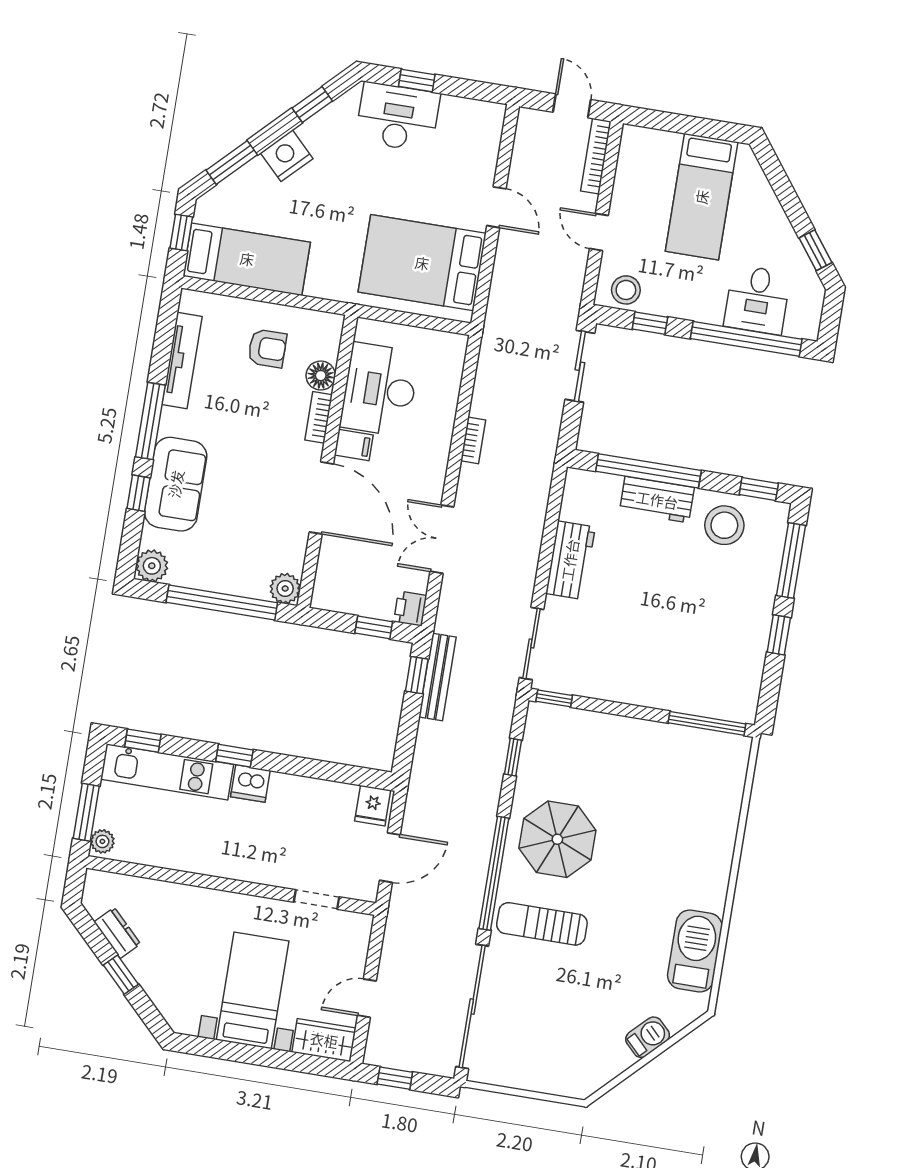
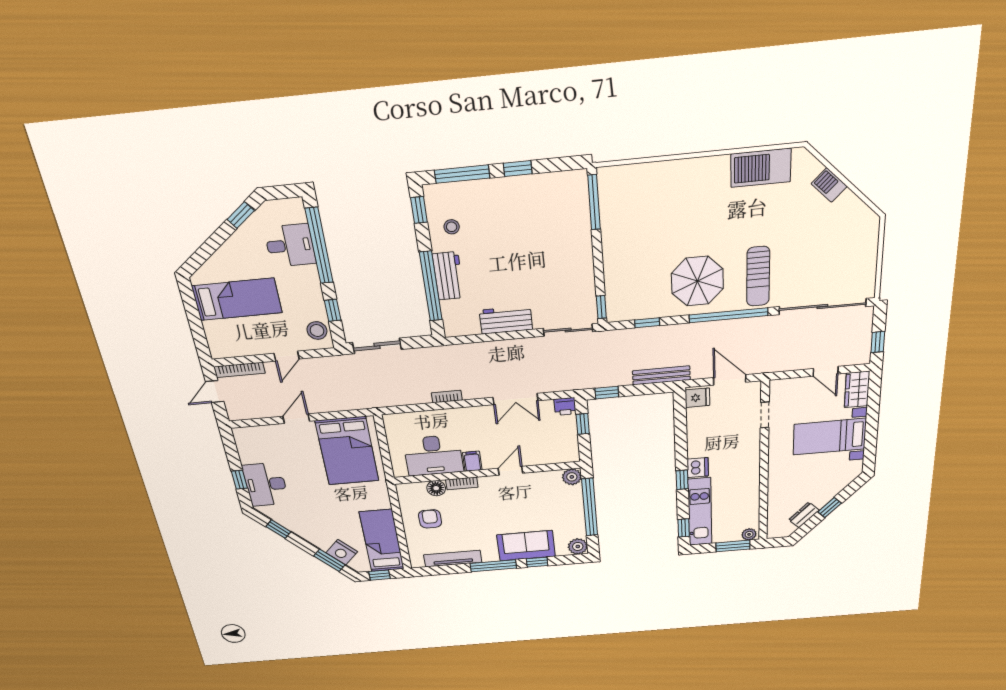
nightstand: (287, 156) -> (342, 552), moved
door: (321, 498) -> (510, 471), width x0.53
stool: (724, 525) -> (452, 227), width x0.53, depth x0.53
bench: (437, 677) -> (661, 375), moved

